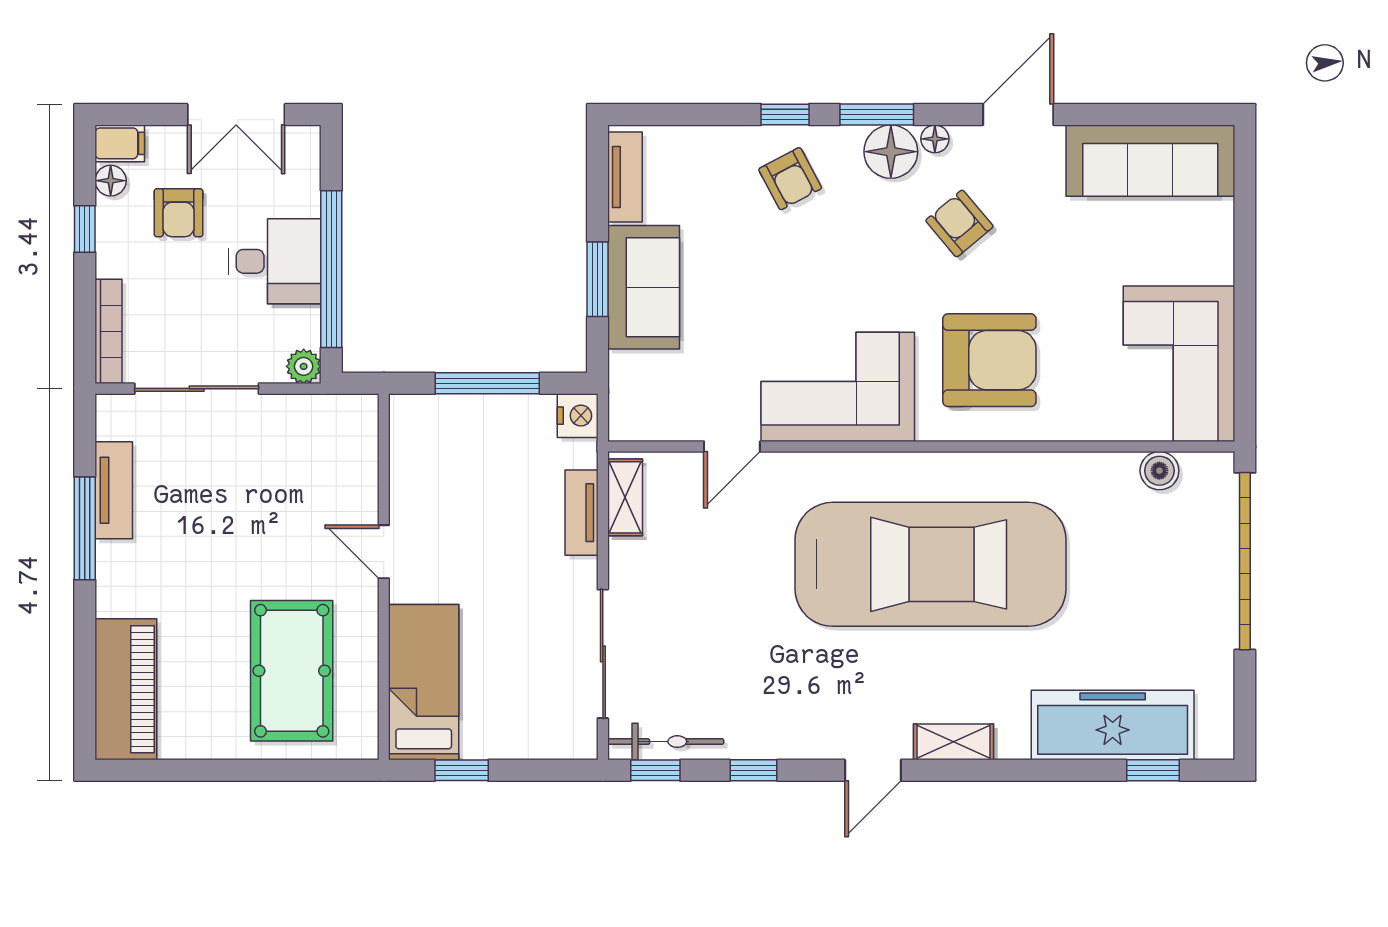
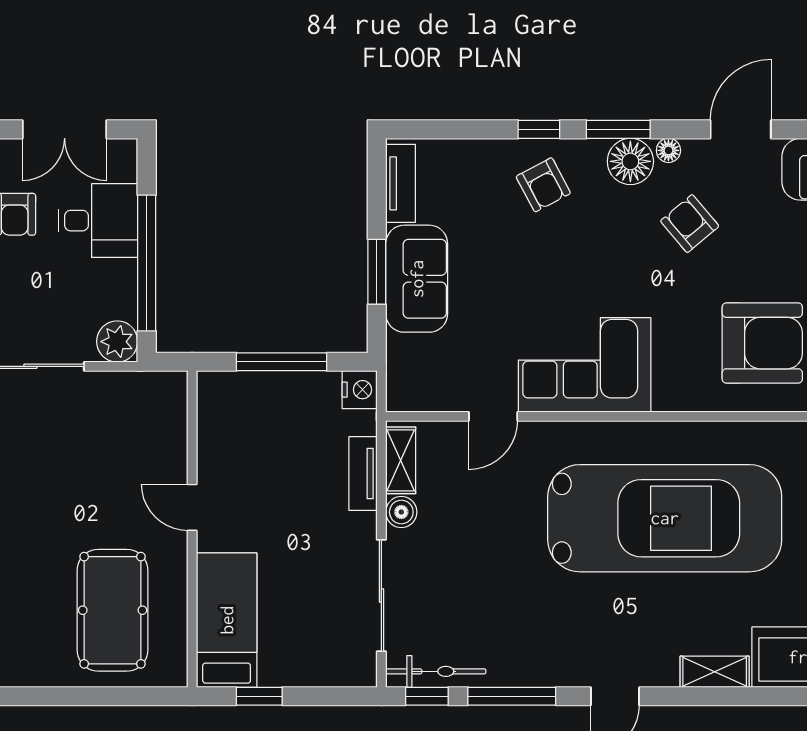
desk: (275, 261) -> (98, 221), moved
armchair: (989, 360) -> (762, 343), moved
plant: (304, 366) -> (117, 342), width x1.38, depth x1.38
boiler: (626, 557) -> (401, 512), added
shelving: (953, 742) -> (715, 672), moved
window: (754, 770) -> (512, 696), width x2.17

